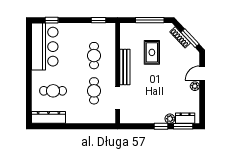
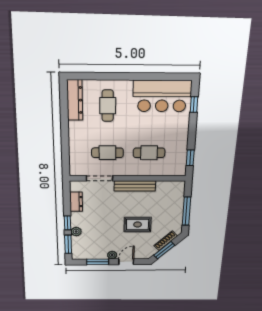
rug: (152, 52) -> (138, 224), moved
door: (202, 73) -> (126, 262), hinge flipped
window: (202, 100) -> (98, 262), added
dresser: (185, 118) -> (76, 202), moved

